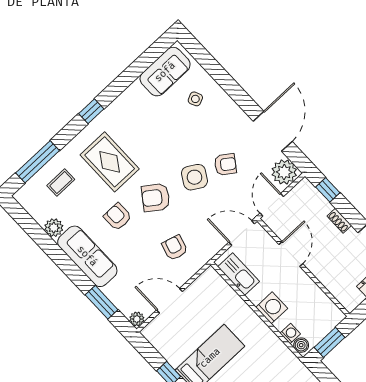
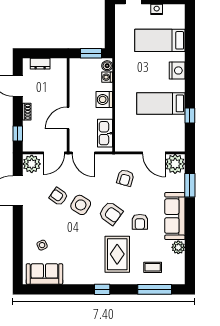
plant: (137, 319) -> (175, 164), width x1.88, depth x1.88

